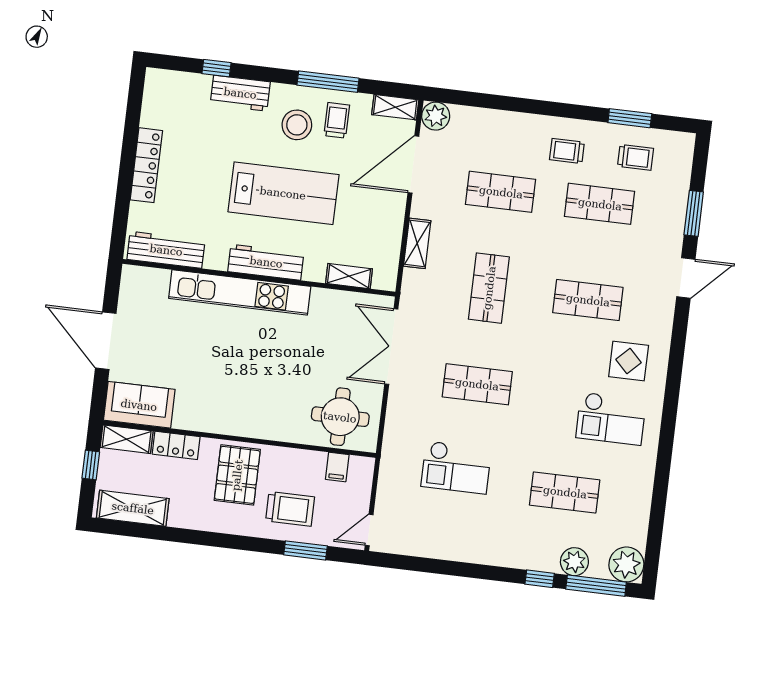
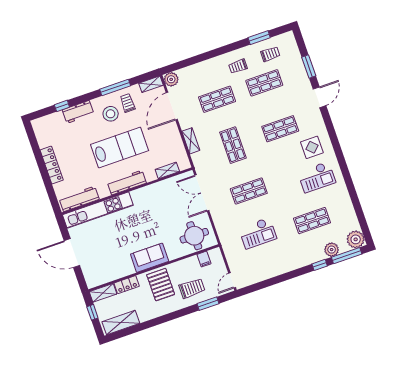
kitchen unit: (240, 292) -> (98, 210), moved
sofa: (139, 405) -> (150, 258), moved

